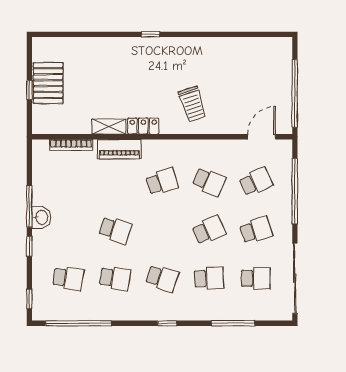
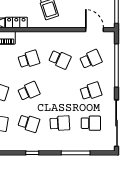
door: (261, 137) -> (94, 30), hinge flipped
school desk: (209, 230) -> (29, 91), moved

